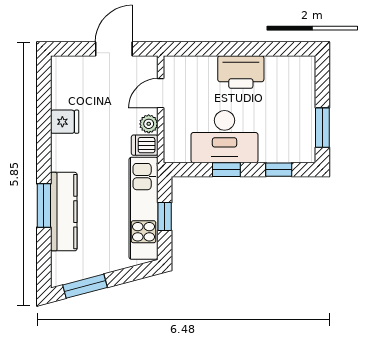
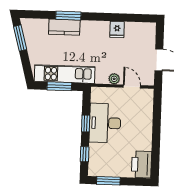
printer: (241, 72) -> (142, 164), moved
dishwasher: (145, 145) -> (102, 76), removed
kitchen counter: (64, 212) -> (64, 27), width x0.67
window: (165, 217) -> (59, 86), width x1.50

